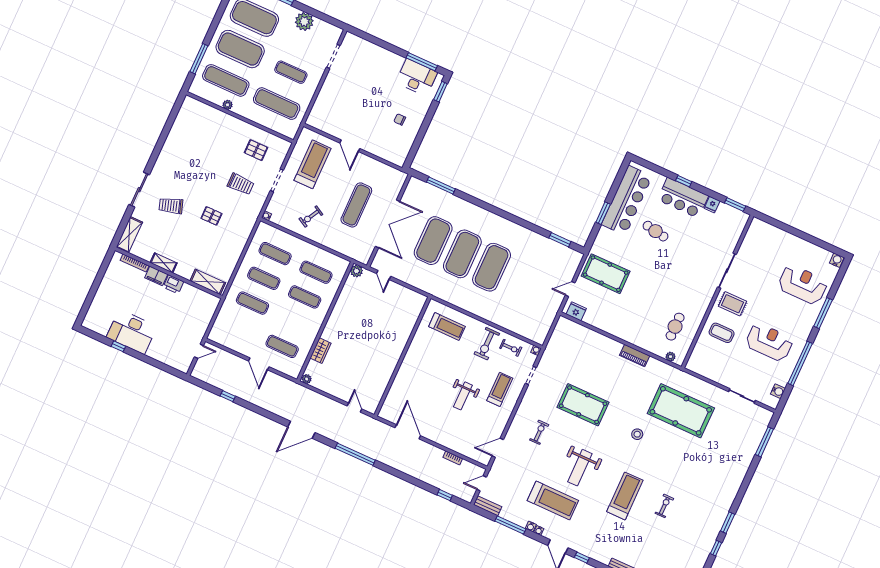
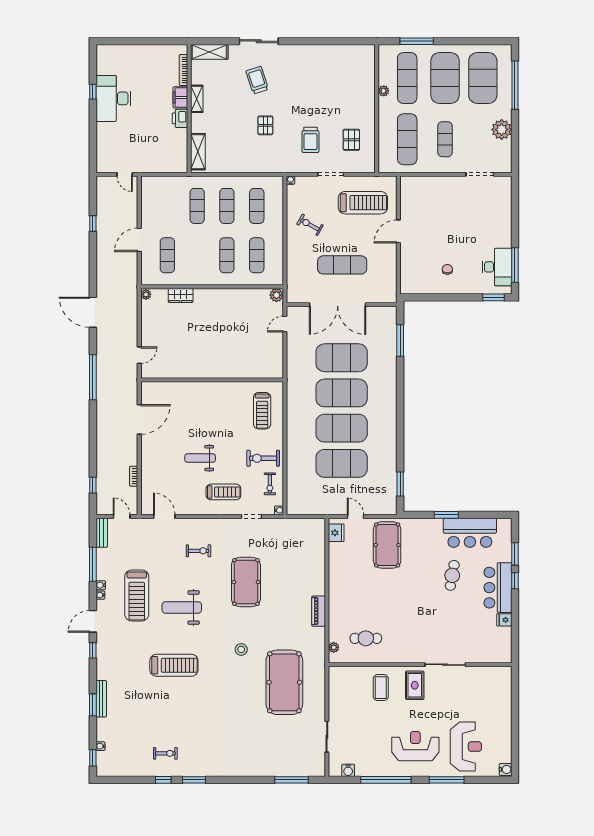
bar counter: (627, 200) -> (470, 533), width x0.73
window: (735, 205) -> (515, 554), moved
exercise mat: (521, 281) -> (342, 463), added
reception desk: (769, 342) -> (415, 746), moved, turned -90
exercise bike: (664, 506) -> (165, 753), moved

